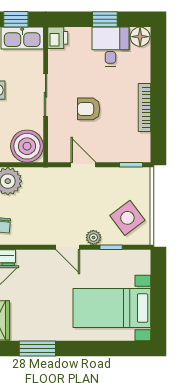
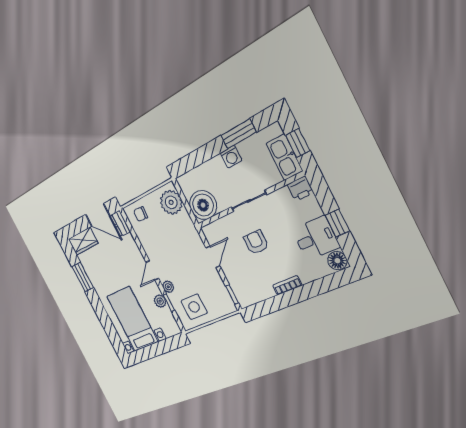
bookcase: (145, 108) -> (287, 285), width x0.64
side table: (127, 218) -> (194, 307), turned 37
plant: (105, 258) -> (160, 301), added

